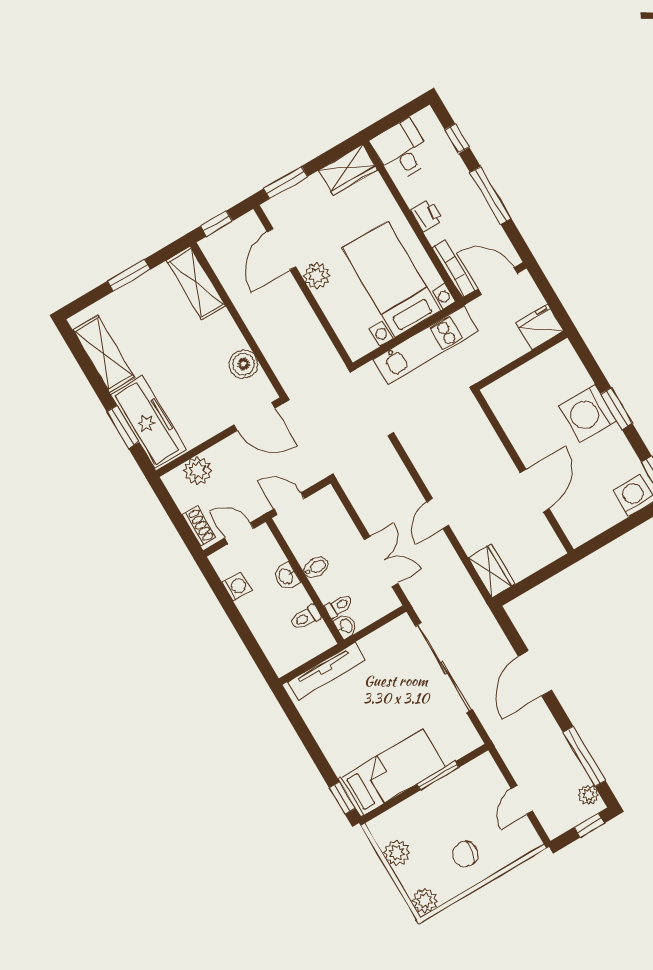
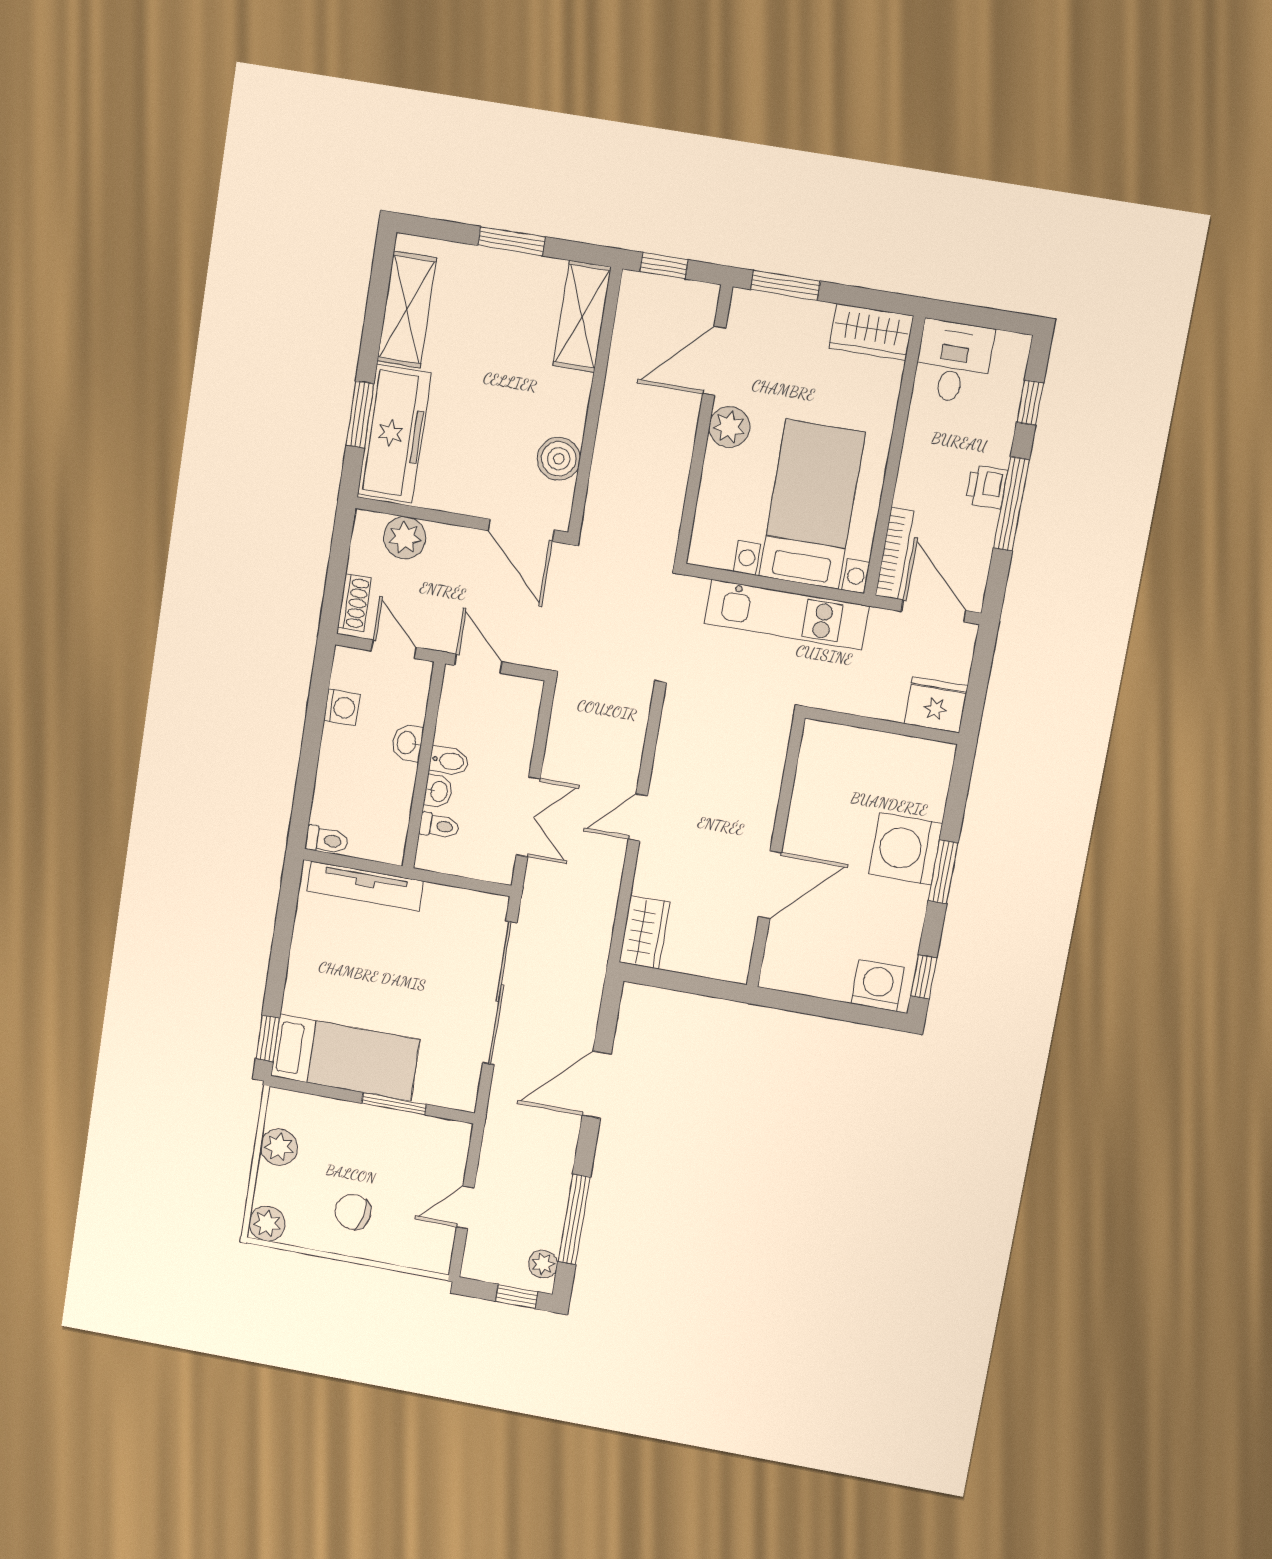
printer: (427, 215) -> (987, 487), moved, turned 180
toilet: (306, 618) -> (327, 840), moved, turned 180
washbasin: (346, 626) -> (438, 791), moved

